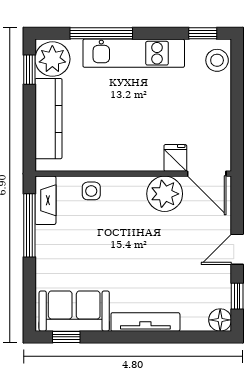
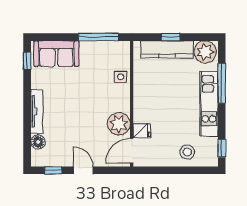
stool: (217, 60) -> (187, 152), moved
window: (29, 70) -> (171, 37), moved
fireplace: (45, 200) -> (115, 47), removed
sofa: (74, 311) -> (56, 54), moved, turned 90
floor lamp: (220, 320) -> (38, 142), moved

